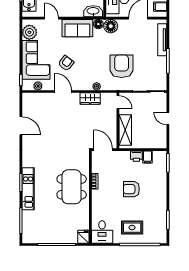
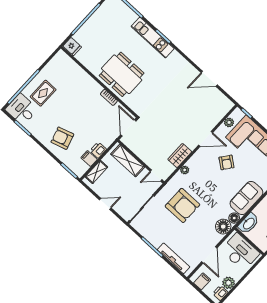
shelving: (152, 144) -> (97, 172), added
door: (103, 150) -> (128, 128), swing flipped
armchair: (131, 189) -> (62, 138), moved, turned -107
desk: (102, 232) -> (22, 109), moved

